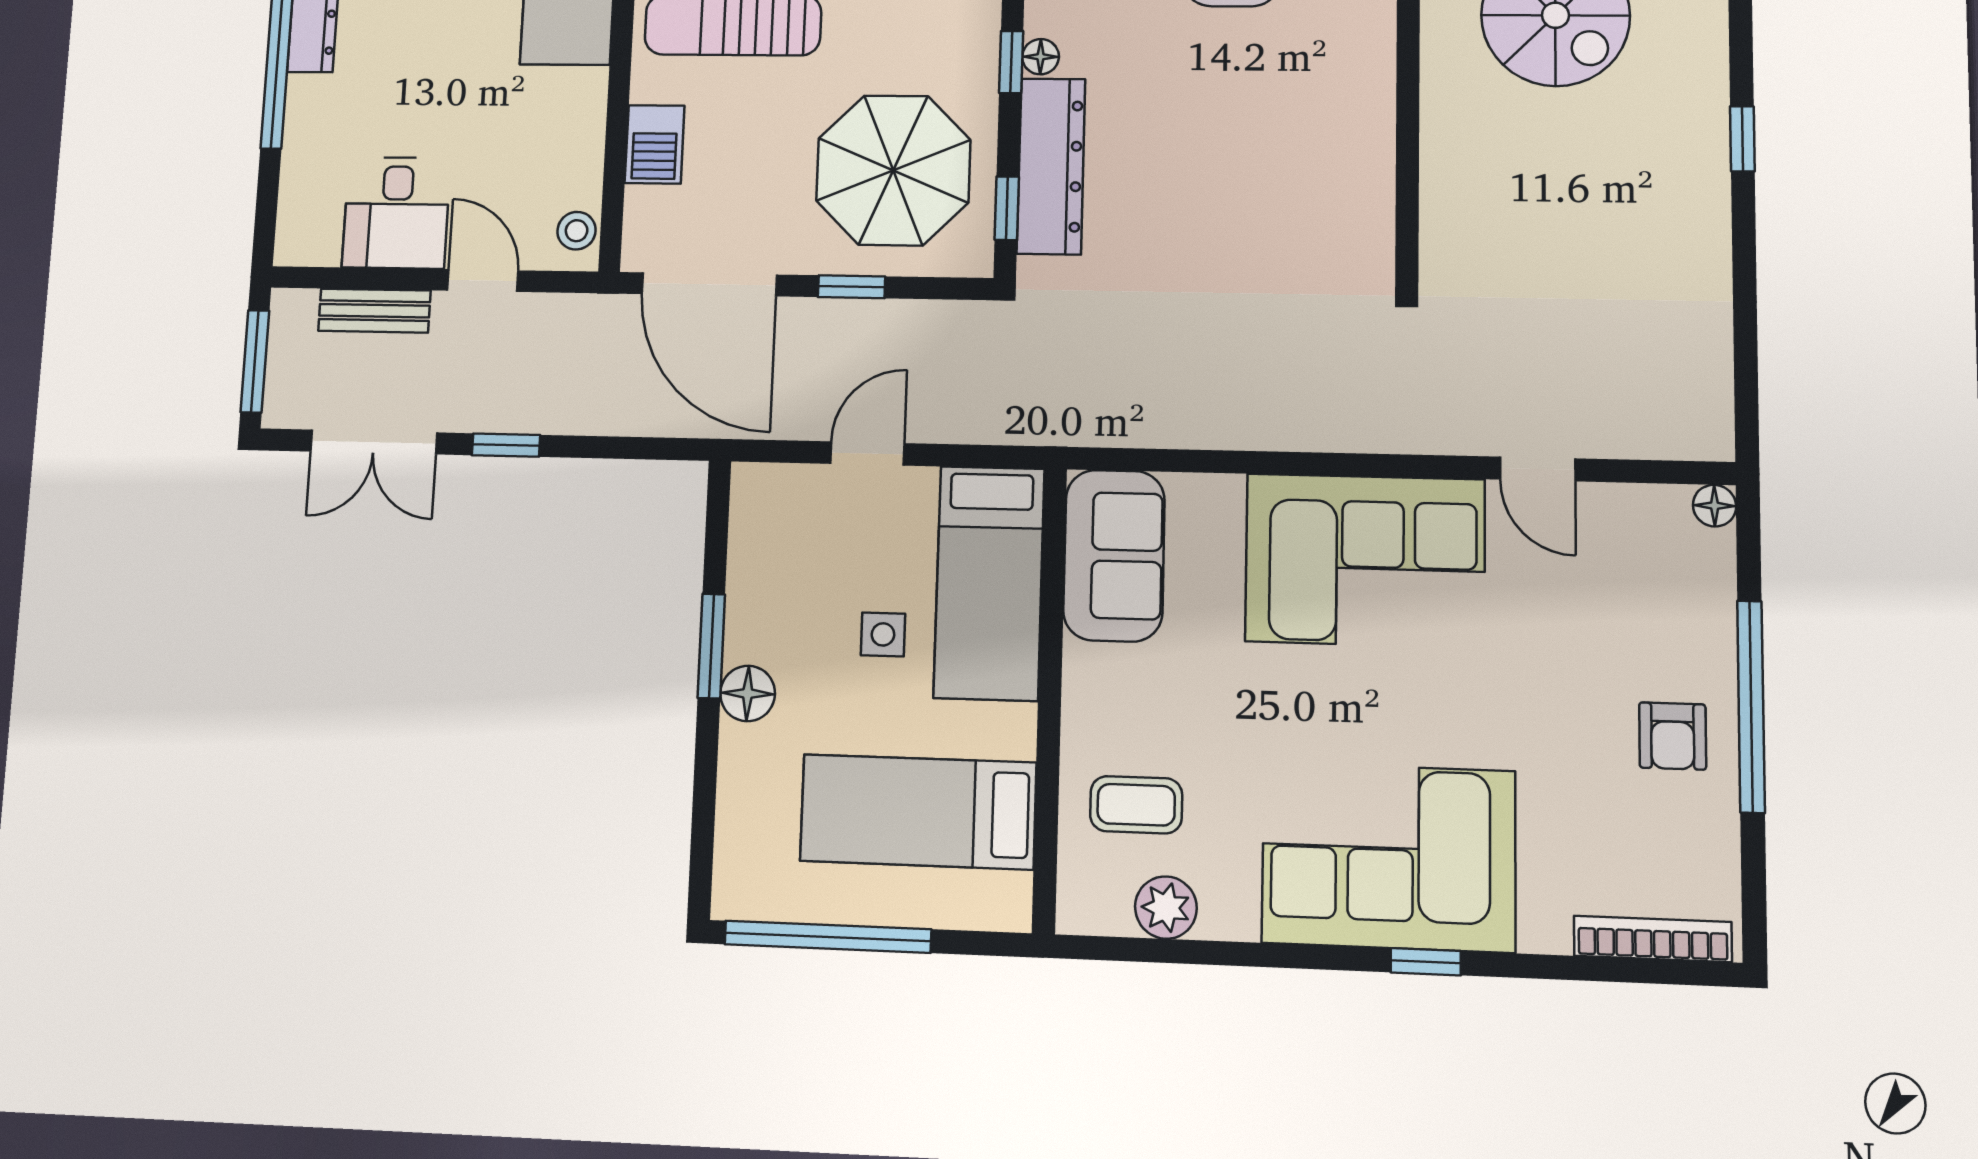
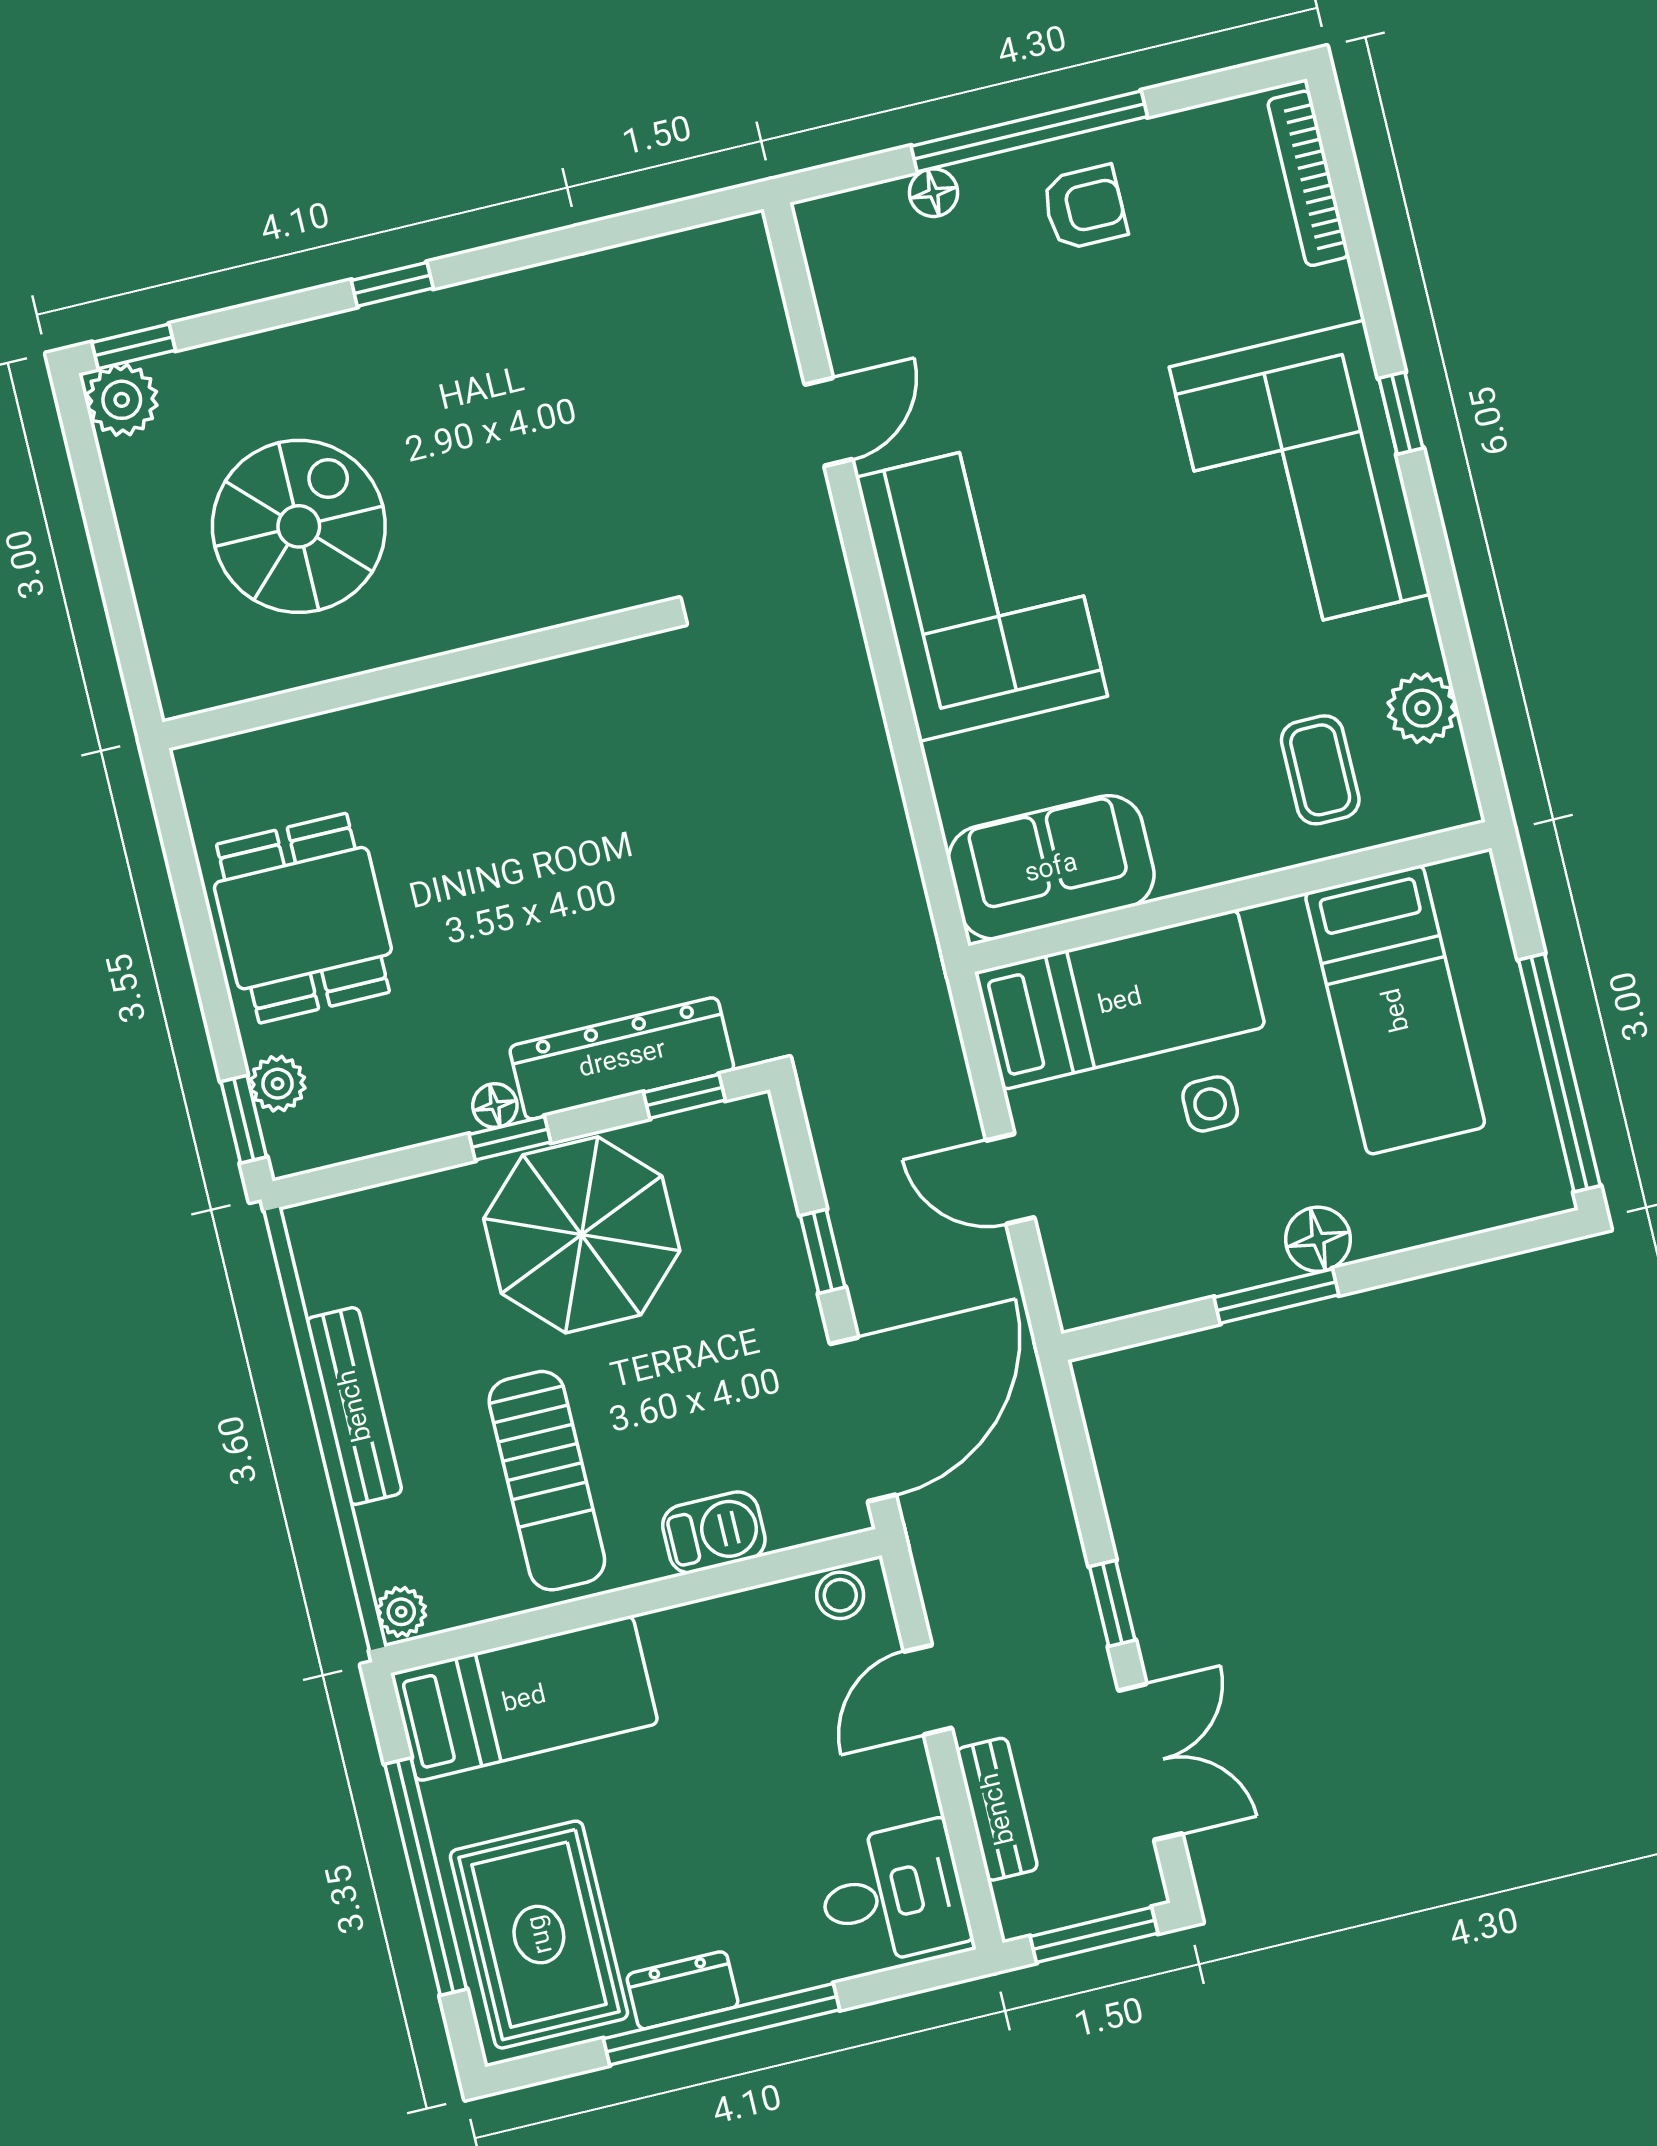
parasol: (893, 170) -> (582, 1235), moved
desk: (396, 213) -> (892, 1894), moved
floor lamp: (1715, 506) -> (934, 193), moved

